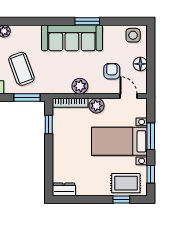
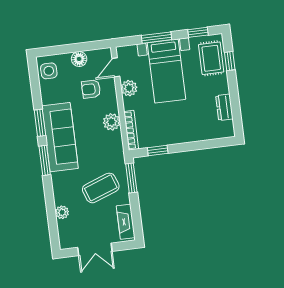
window: (53, 21) -> (45, 160), added
plant: (97, 106) -> (129, 88), moved
dresser: (64, 189) -> (224, 107), moved

